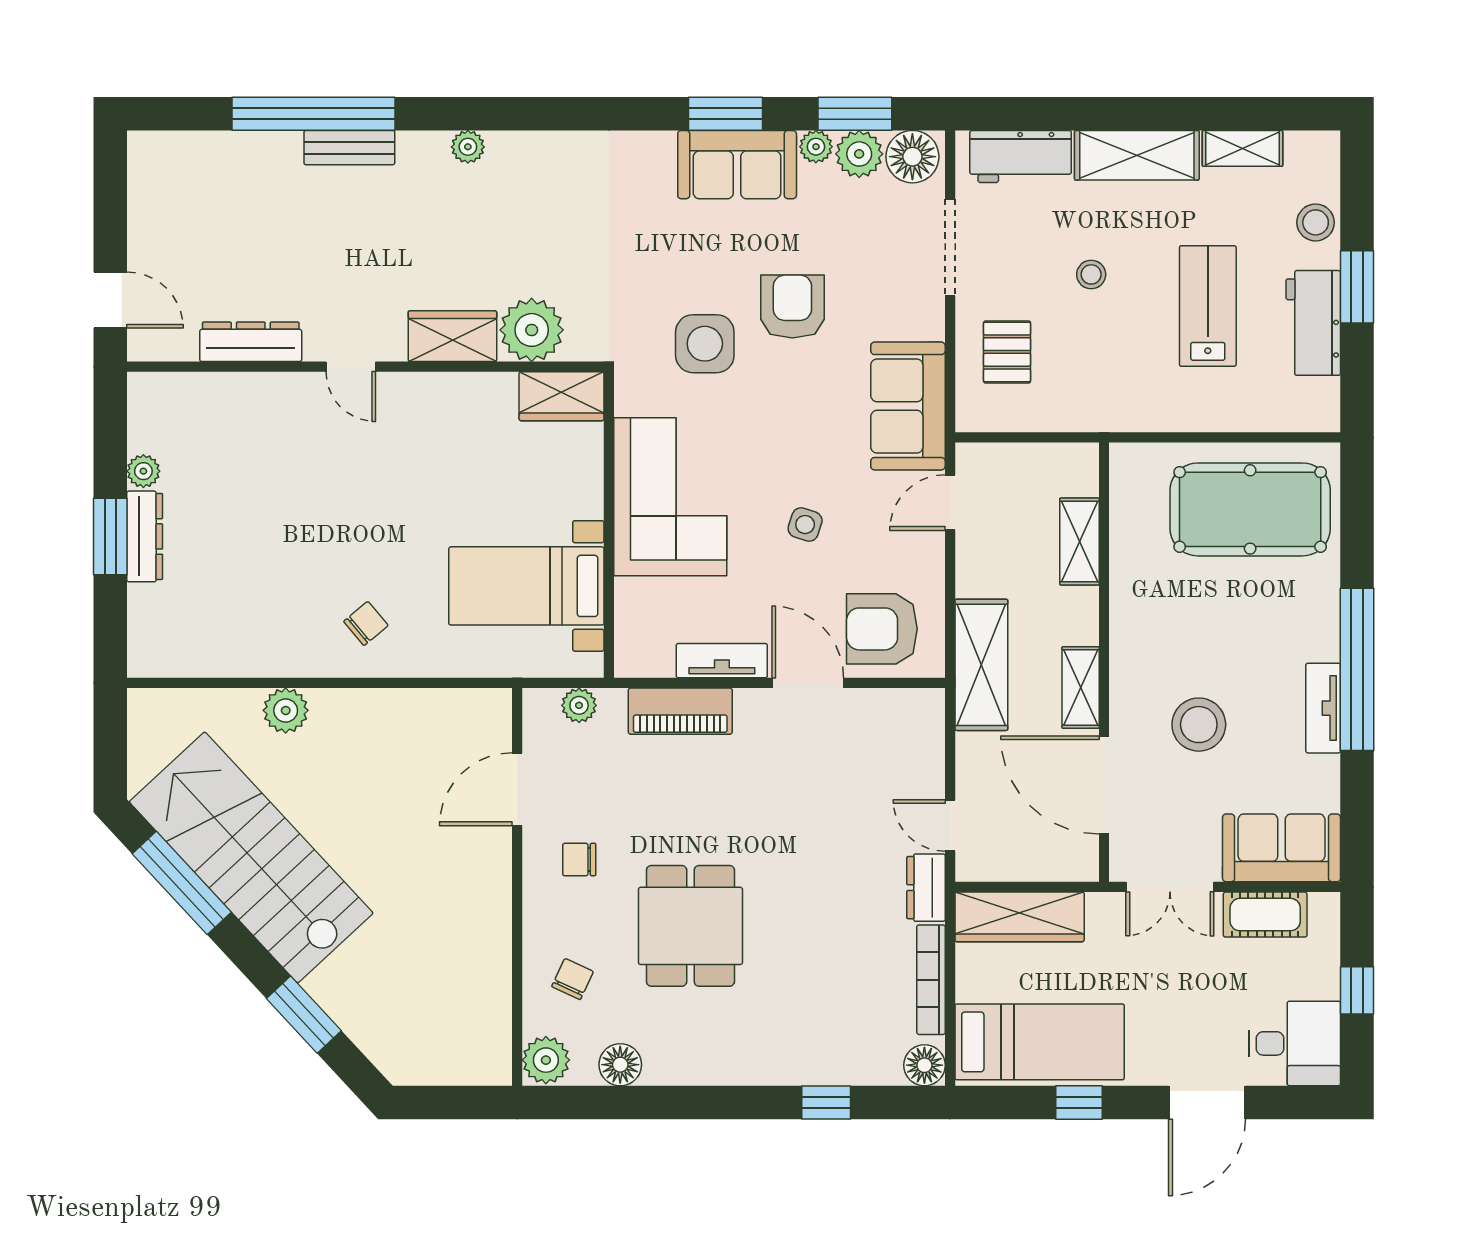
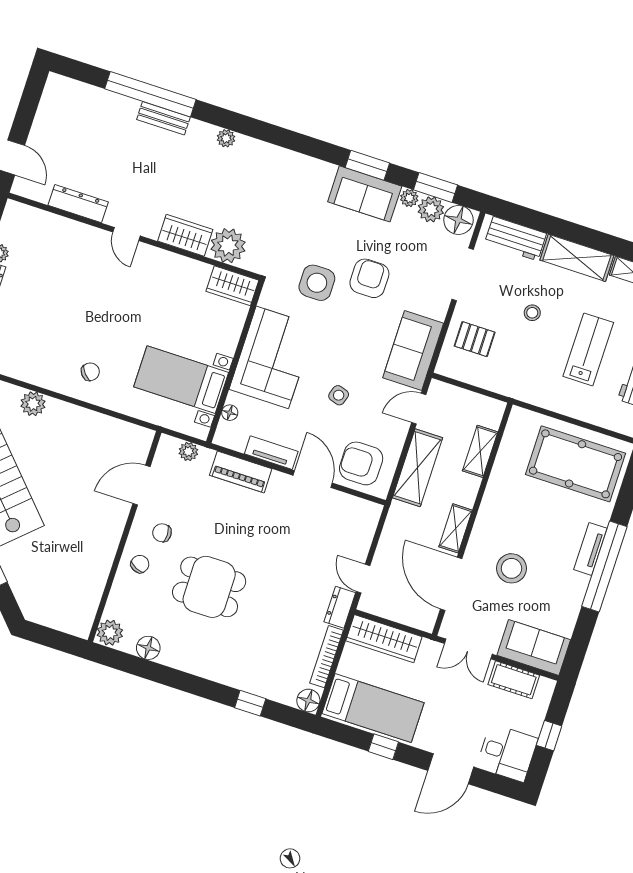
pallet: (1007, 352) -> (475, 339), turned 90
floor lamp: (628, 615) -> (230, 413), added
shelving: (981, 665) -> (418, 468), moved
tv unit: (1323, 708) -> (590, 549), moved
dining table: (690, 926) -> (209, 587), turned 90
chair: (573, 979) -> (140, 564), moved

